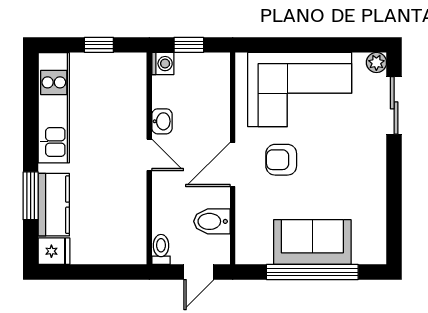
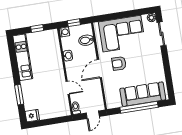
door: (149, 155) -> (68, 88), moved
kitchen counter: (54, 205) -> (29, 97), removed
bidet: (212, 221) -> (86, 40), moved
sofa: (312, 242) -> (143, 94), width x1.36

